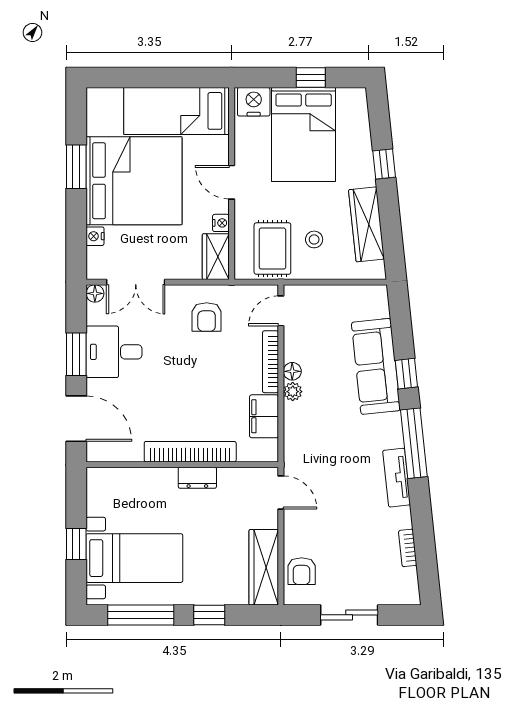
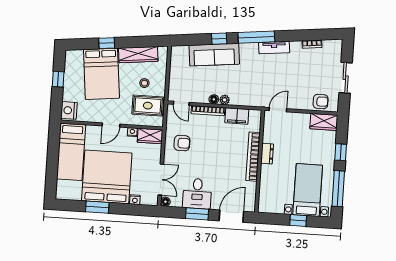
bed: (304, 134) -> (101, 74), moved, turned 84
wardrobe: (264, 567) -> (324, 122), width x0.67

